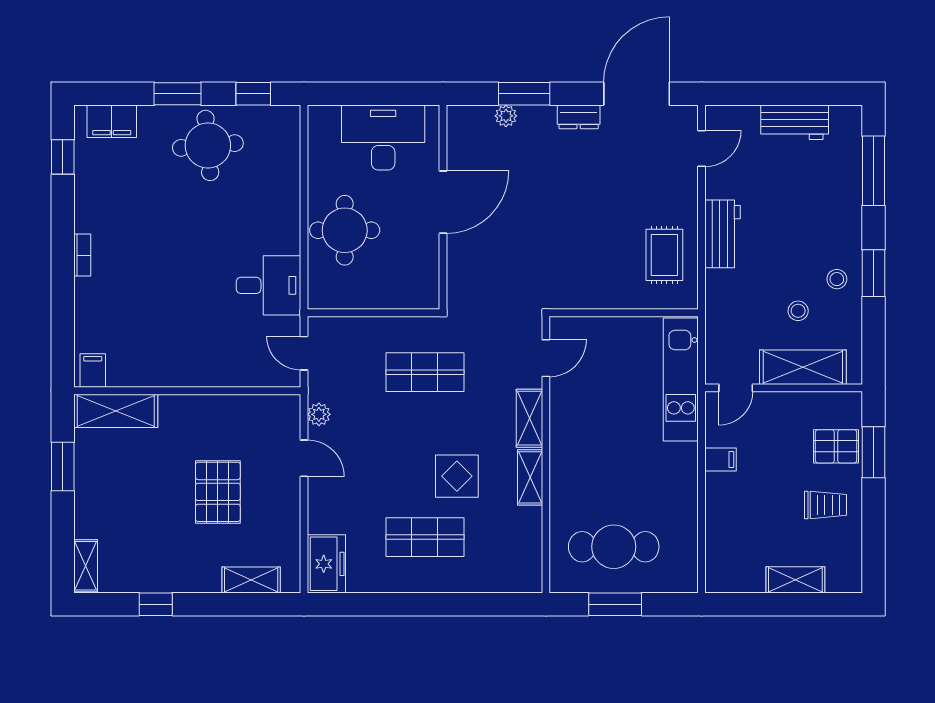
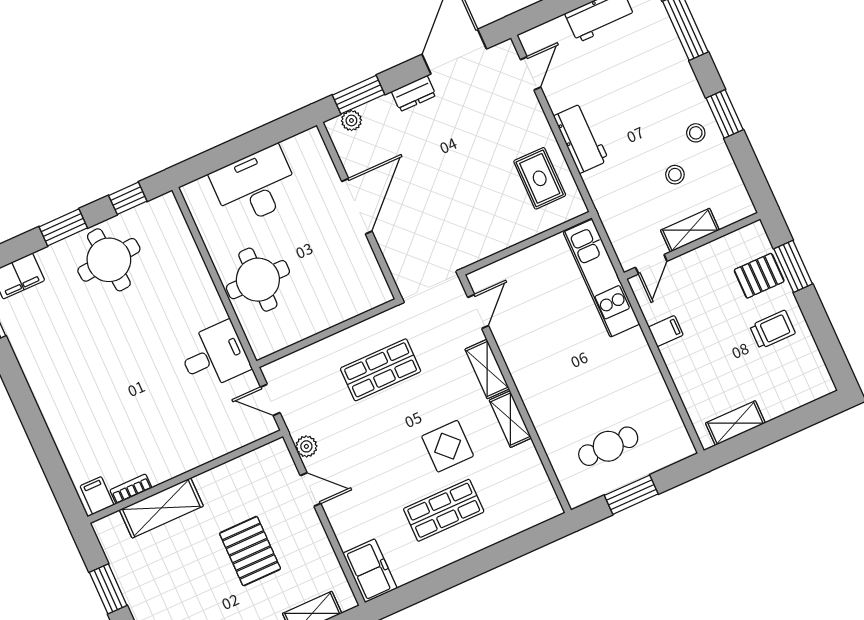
door: (443, 202) -> (357, 206), moved
wall: (443, 207) -> (359, 211), moved
bookcase: (82, 255) -> (131, 489), moved, turned -90
shelving: (803, 367) -> (690, 230), width x0.67, depth x0.75
shelving: (116, 411) -> (161, 508), moved
cafe table: (614, 547) -> (608, 446), width x0.73, depth x0.74
shelving: (795, 580) -> (735, 423), moved

